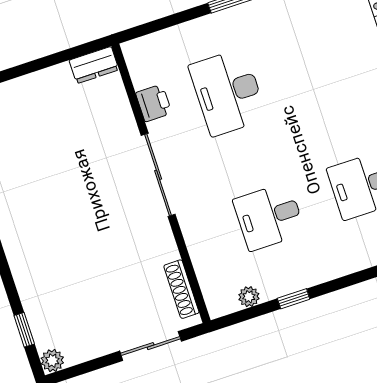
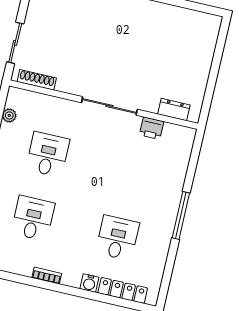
dresser: (94, 65) -> (174, 110), moved, turned 90
desk: (228, 92) -> (117, 238), moved, width x0.73

